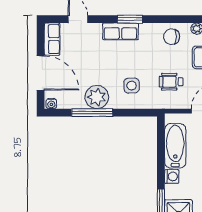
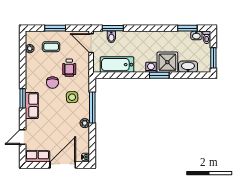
chair: (172, 37) -> (52, 83), moved
plant: (97, 97) -> (85, 123), width x0.53, depth x0.53
window: (92, 113) -> (92, 107), moved
washing machine: (172, 176) -> (151, 67), moved

